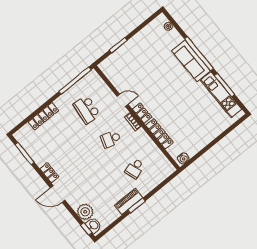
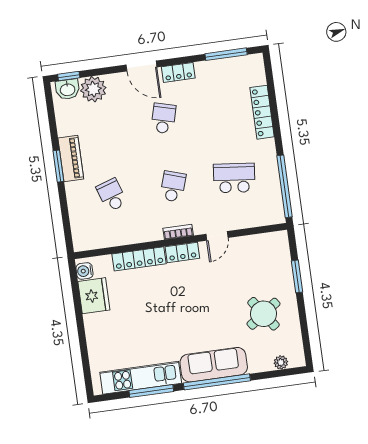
round table: (148, 51) -> (263, 314), added
fridge: (193, 146) -> (94, 296), added
school desk: (78, 166) -> (163, 118), added
door: (58, 194) -> (141, 66), swing flipped

